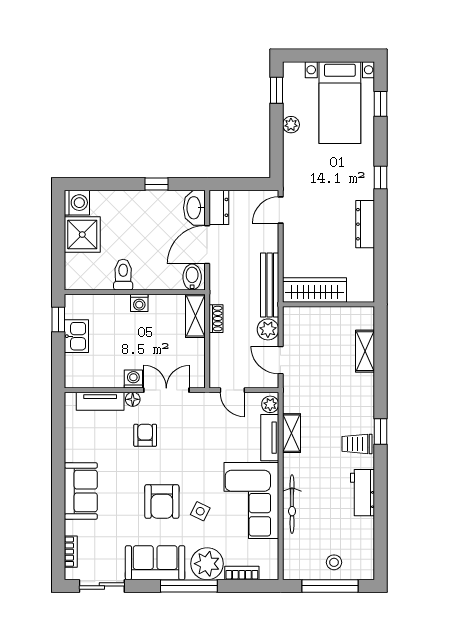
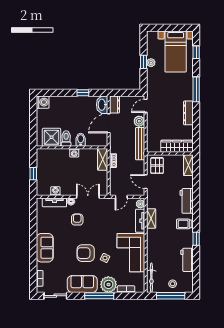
window: (277, 90) -> (144, 62), moved
window: (381, 178) -> (196, 89), width x2.17
shower: (82, 235) -> (51, 137), moved
bidet: (192, 277) -> (81, 140), moved
wardrobe: (315, 290) -> (177, 146), moved
window: (58, 319) -> (33, 174), moved
pallet: (303, 328) -> (157, 166), added
plant: (268, 329) -> (139, 121), moved
kitchen sink: (76, 336) -> (42, 170), removed
shelving: (365, 351) -> (188, 165), moved
washing machine: (133, 379) -> (55, 191), moved
door: (232, 390) -> (121, 197), hinge flipped
workbench: (362, 398) -> (187, 201), added
window: (381, 431) -> (196, 239), moved
workbench: (363, 493) -> (187, 260), moved
armchair: (162, 502) -> (86, 253), turned 90
bicycle: (292, 504) -> (151, 278), moved

